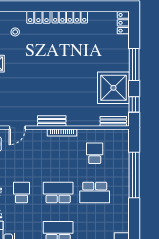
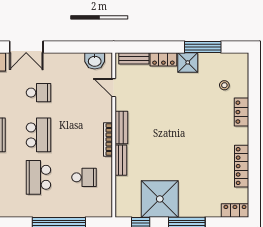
locker: (70, 17) -> (242, 166), moved
bench: (113, 121) -> (121, 160), moved

